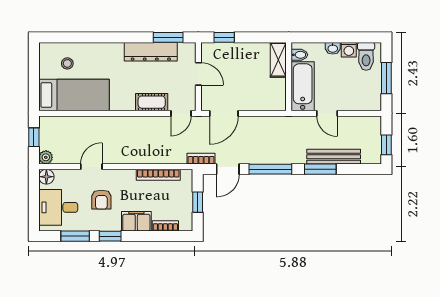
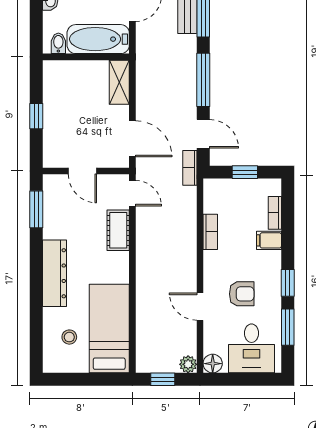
window: (224, 37) -> (36, 116), moved
dresser: (151, 52) -> (54, 273), moved
shelving: (278, 60) -> (119, 82), moved, turned 90
door: (198, 74) -> (82, 171), swing flipped
bookcase: (158, 175) -> (210, 232), width x0.64
filing cabinet: (136, 221) -> (269, 240), width x0.50

